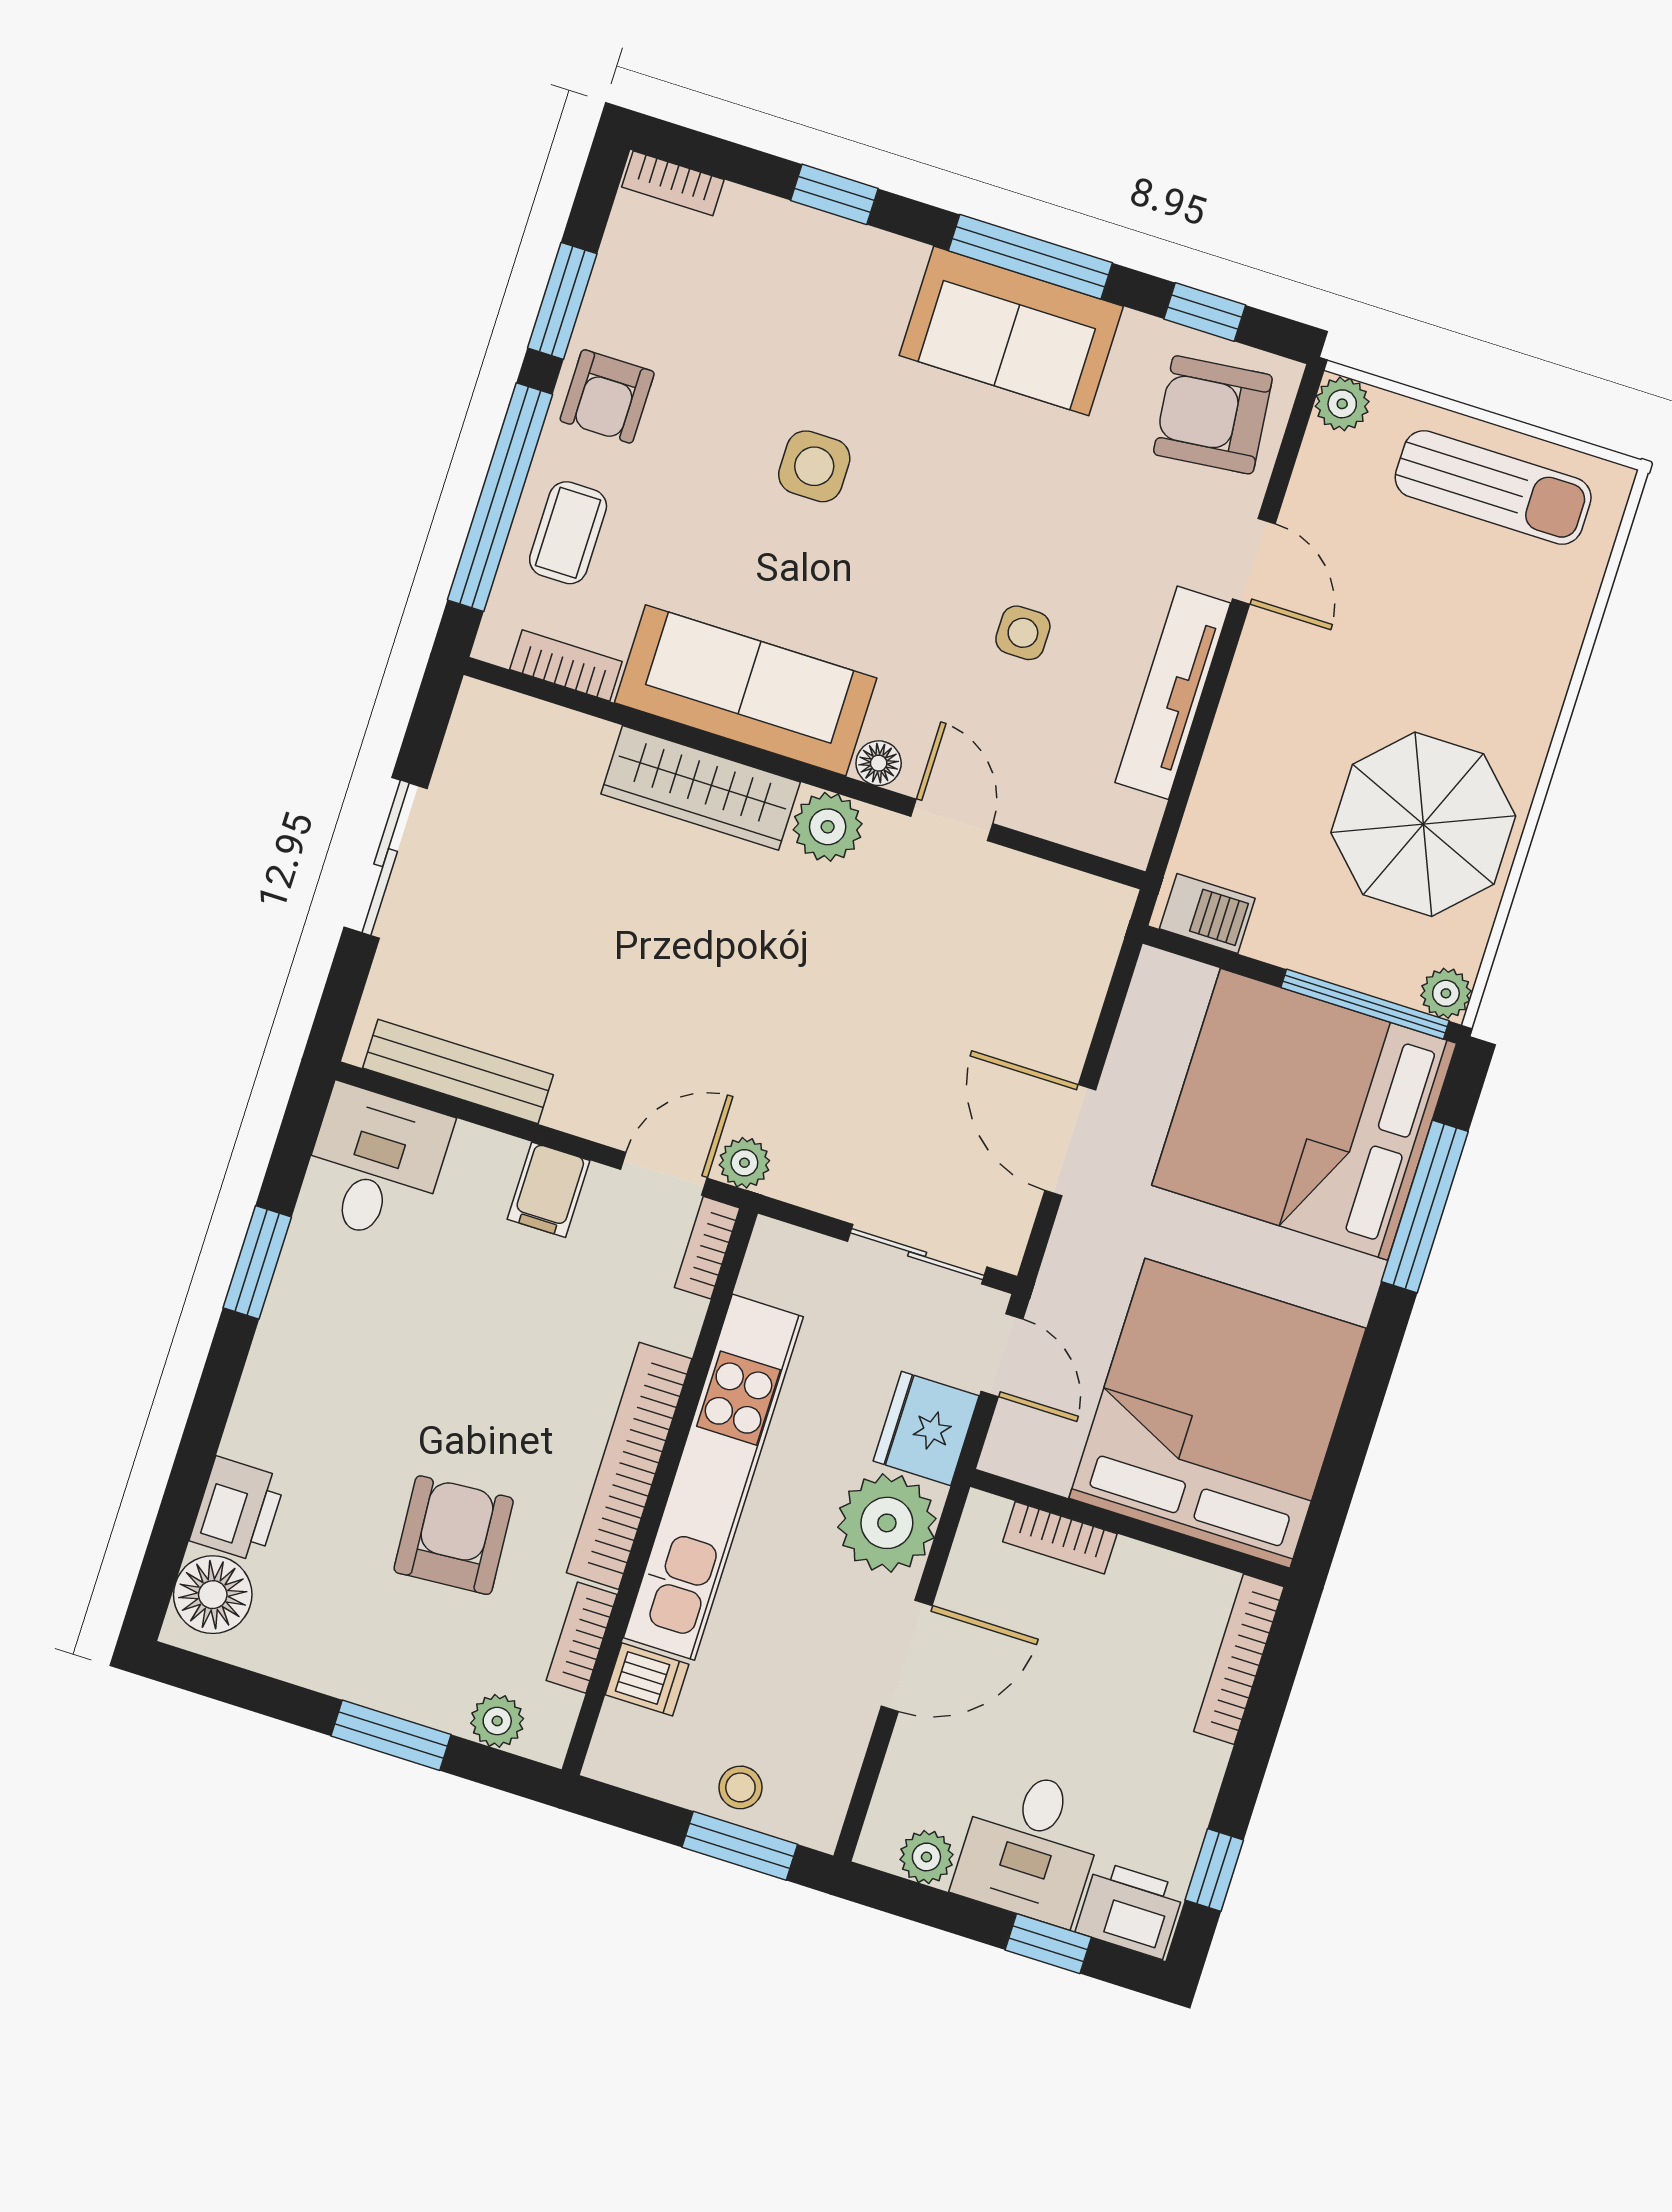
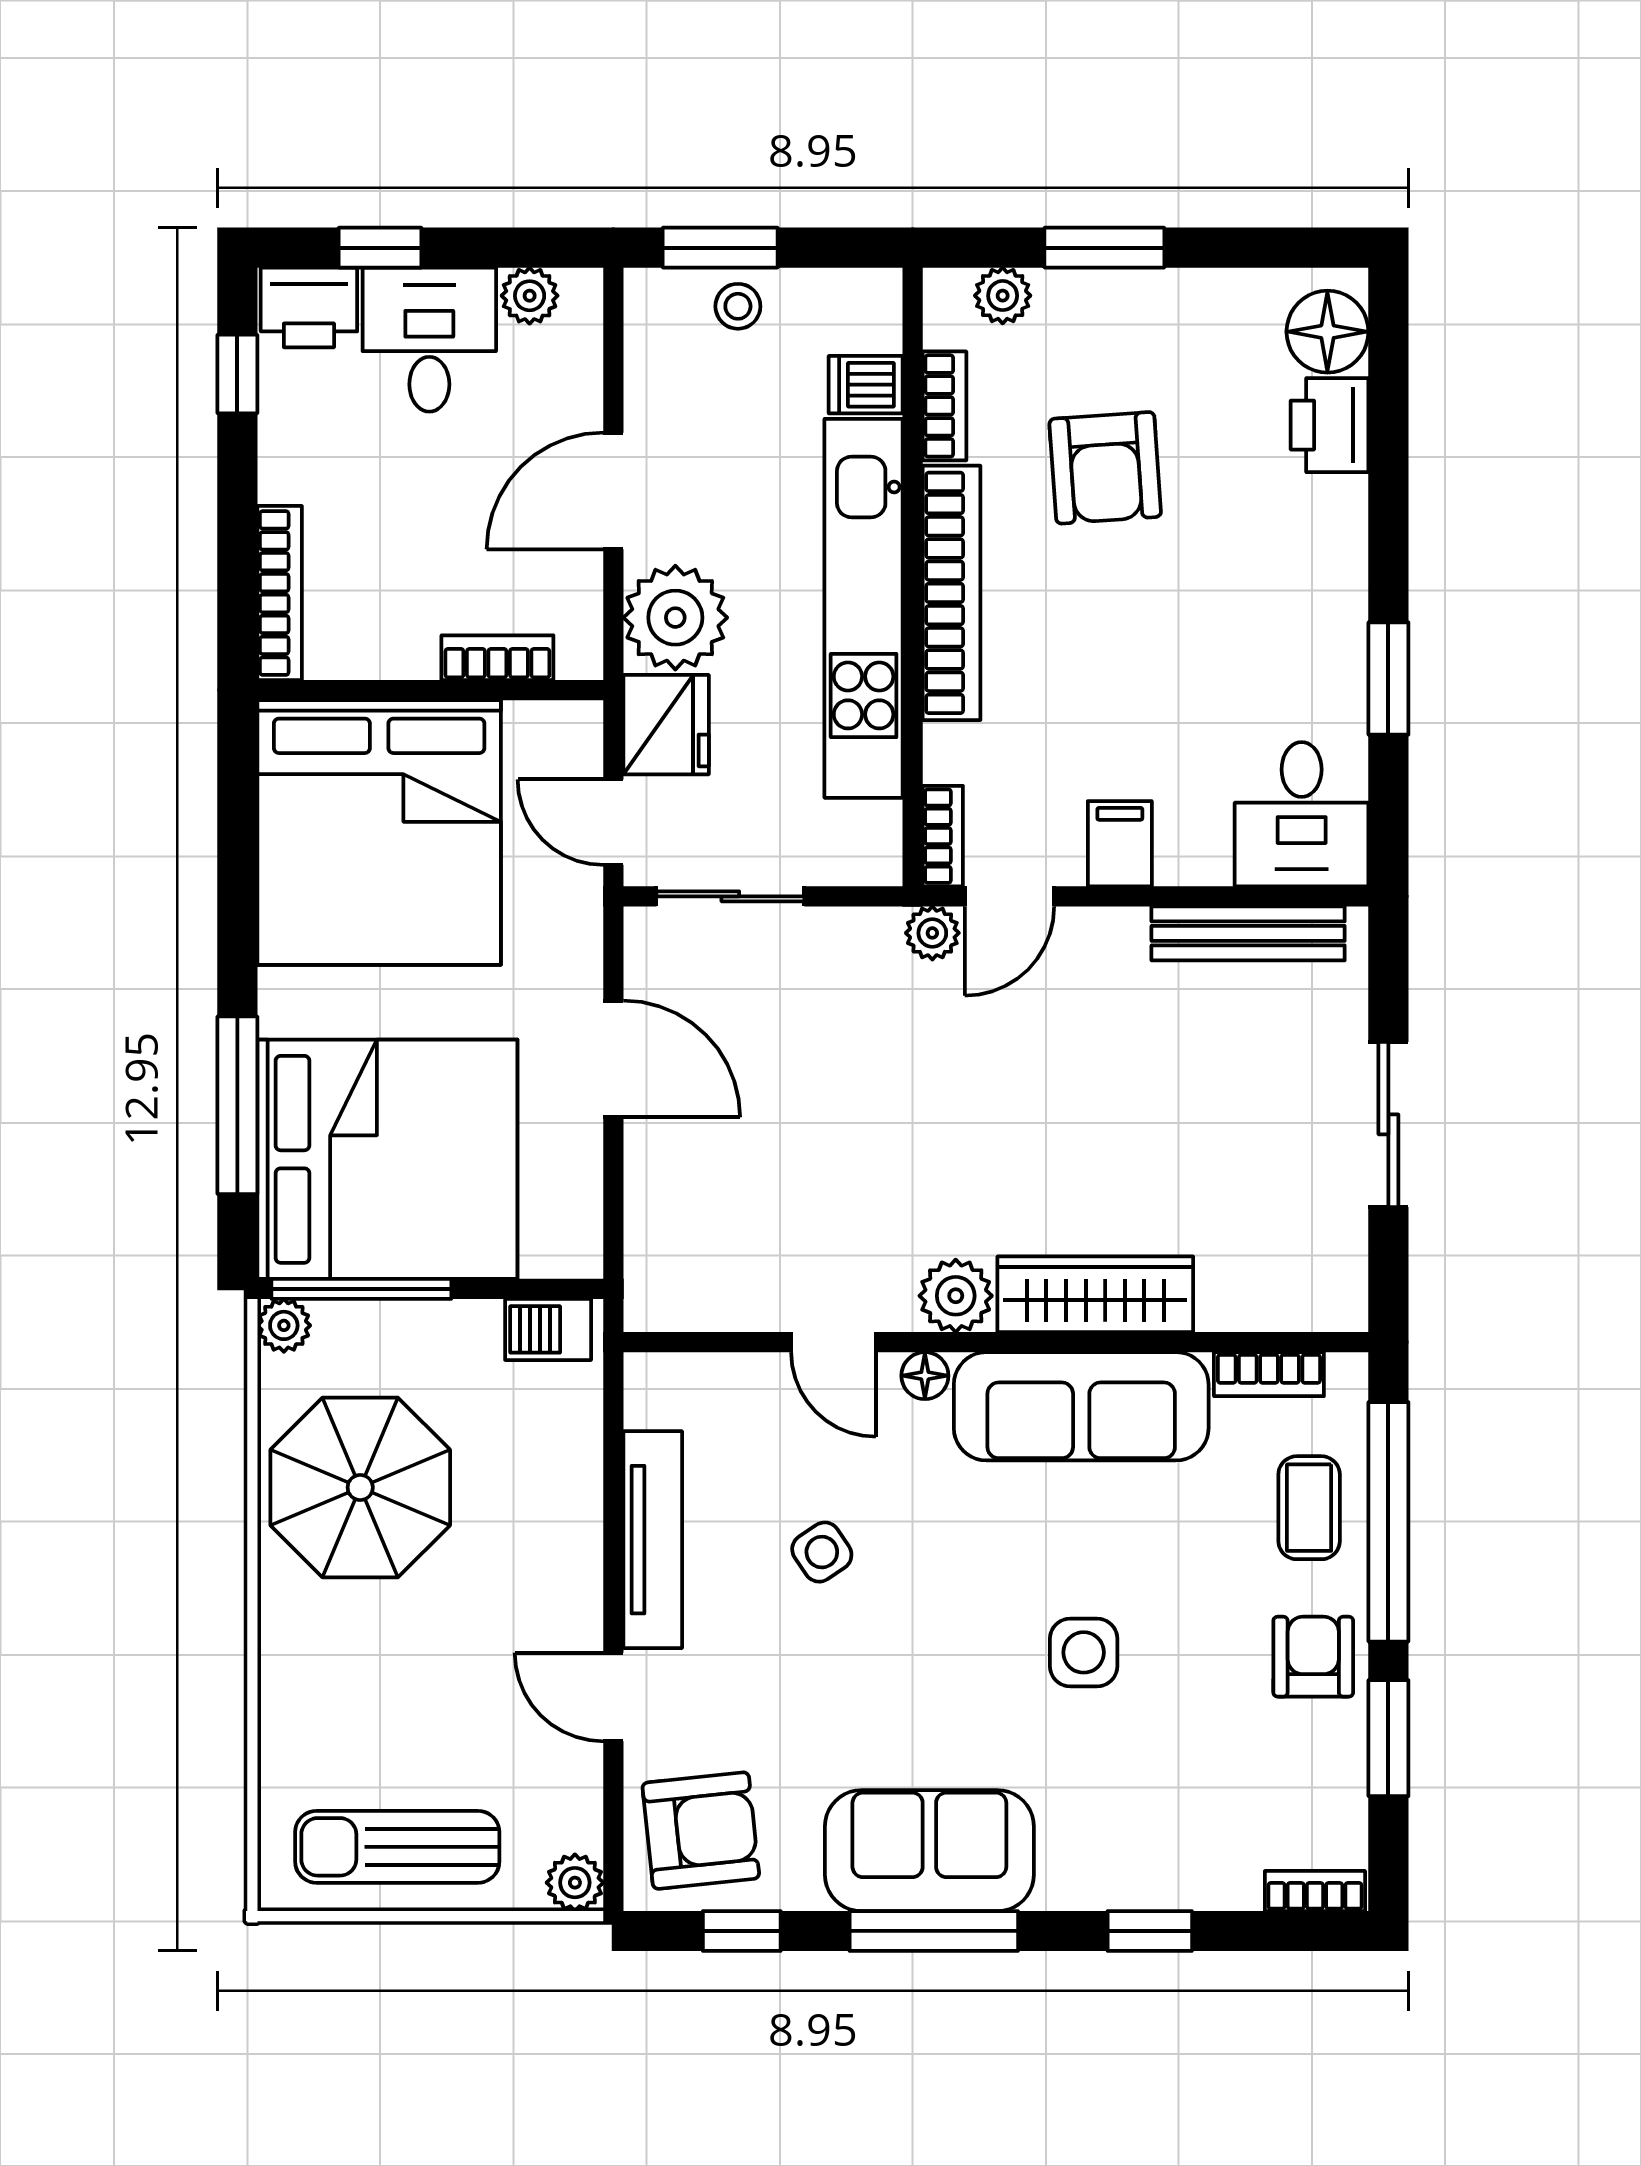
side table: (1023, 633) -> (822, 1552), turned -34

